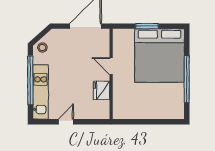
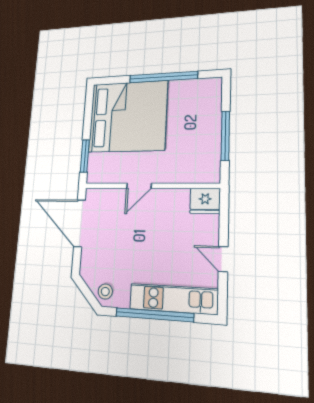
window: (147, 26) -> (85, 156), moved
fridge: (102, 90) -> (205, 201), moved
window: (144, 122) -> (225, 136), added

